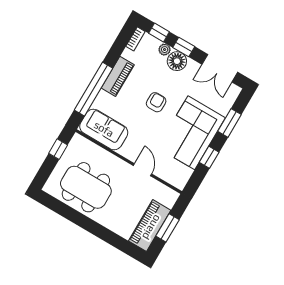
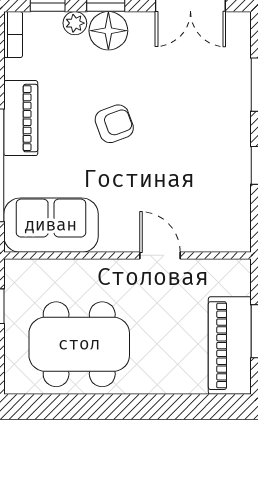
armchair: (156, 102) -> (114, 124), turned 70
corner sofa: (191, 133) -> (207, 141), removed

